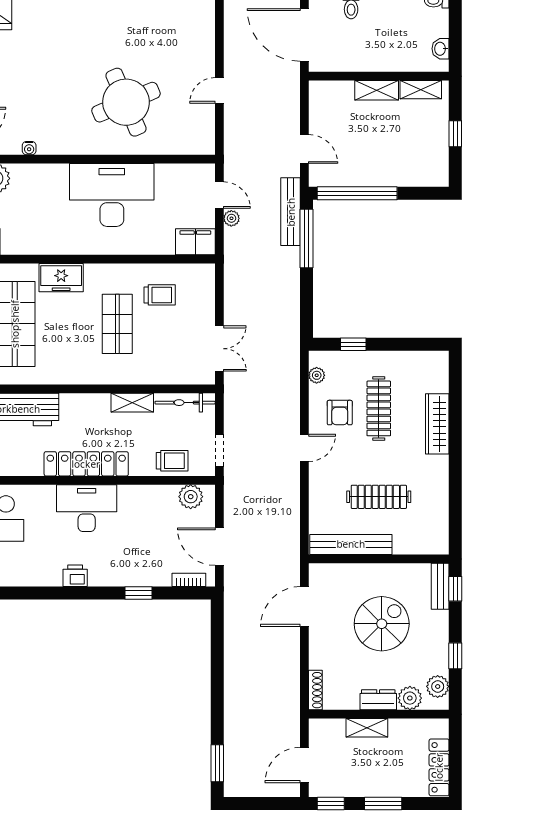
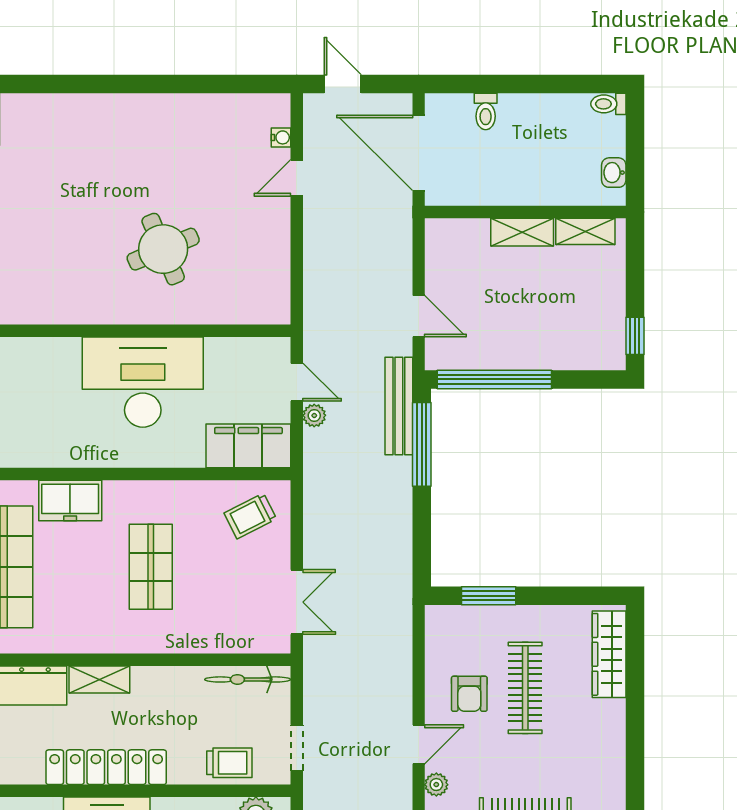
door: (219, 90) -> (297, 178), moved
round table: (126, 102) -> (163, 249), width x0.73, depth x0.73
window: (455, 134) -> (635, 336), moved
water cooler: (29, 148) -> (281, 137), moved, turned -90
filing cabinet: (195, 242) -> (248, 446), width x1.50, depth x1.17
trolley: (160, 295) -> (250, 516), moved, turned 153
window: (353, 344) -> (489, 596), width x1.50
plant: (317, 375) -> (436, 785), moved
shelving: (132, 403) -> (99, 679), moved
wardrobe: (437, 424) -> (609, 654), moved

